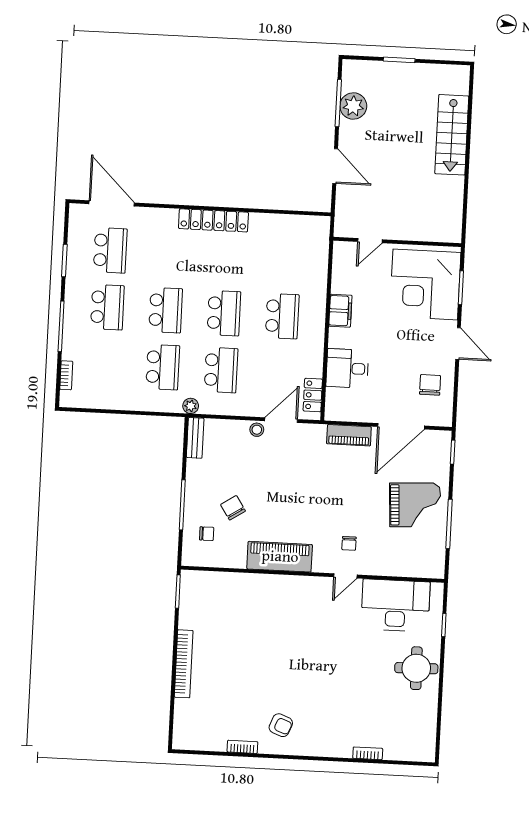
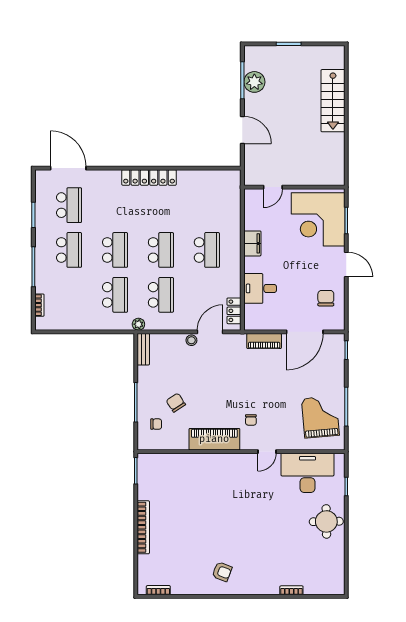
grand piano: (415, 505) -> (320, 417), moved, turned -92
chair: (349, 543) -> (251, 420), moved
bookcase: (242, 747) -> (158, 590), moved

